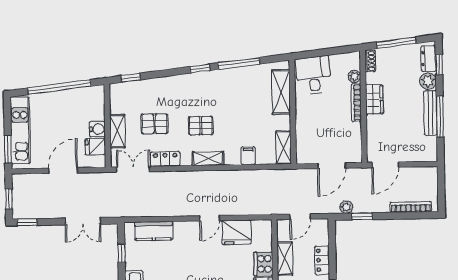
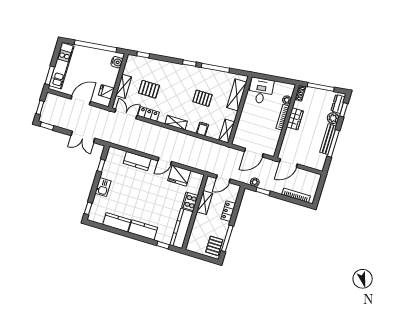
pallet: (201, 126) -> (202, 98), moved
water cooler: (97, 129) -> (117, 62), moved
kitchen counter: (154, 231) -> (137, 161), moved

